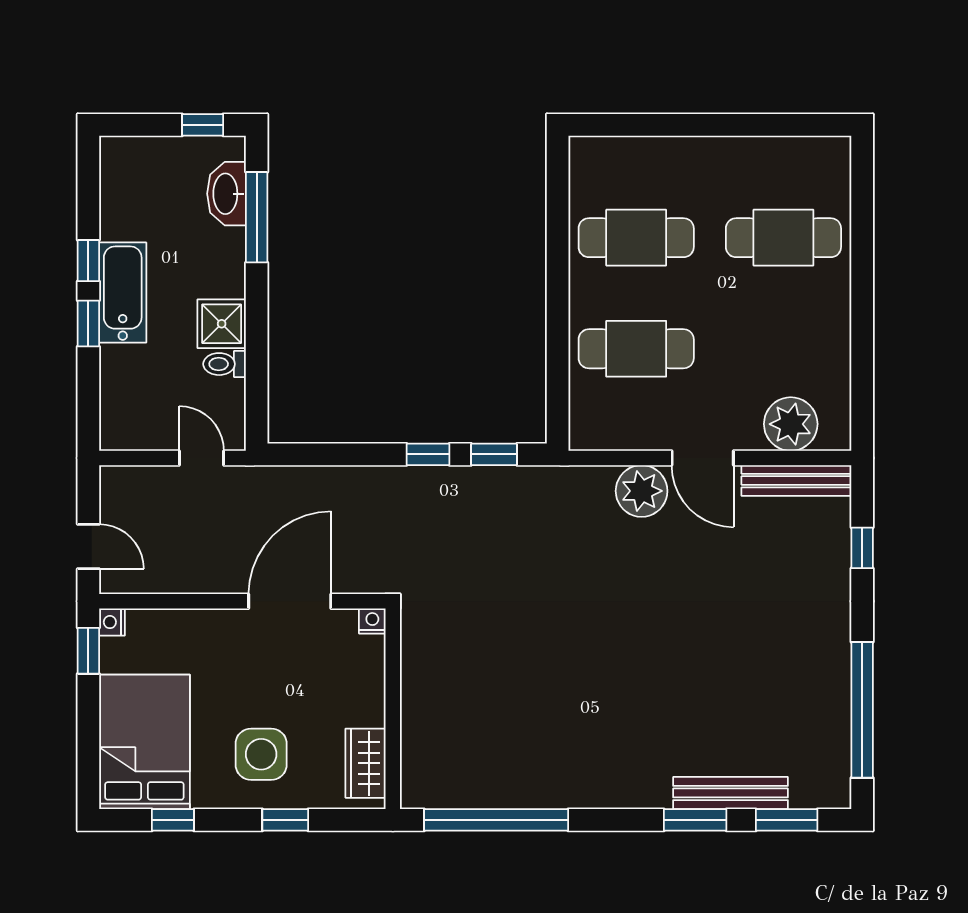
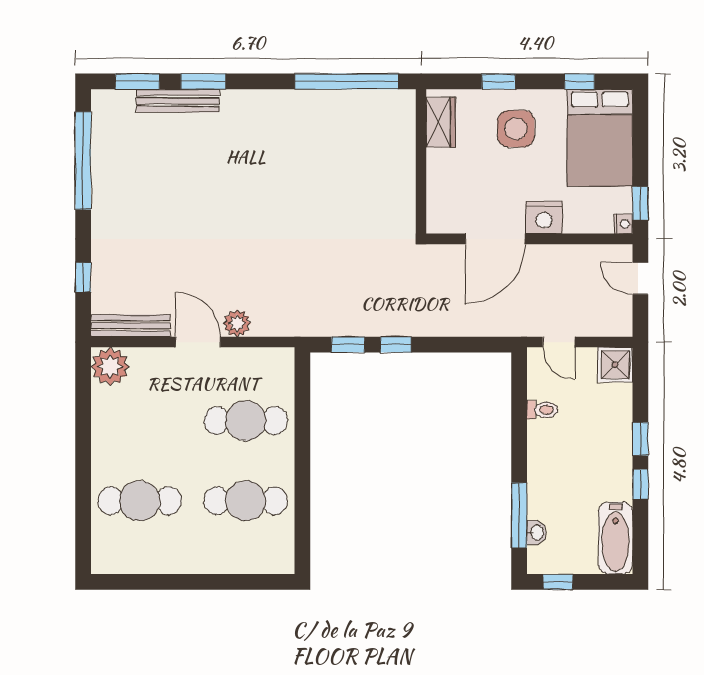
washbasin: (227, 194) -> (536, 532), width x0.52, depth x0.69
bathtub: (123, 293) -> (616, 538), moved
shower: (222, 324) -> (615, 365), moved
plant: (791, 424) -> (110, 367), moved
plant: (642, 491) -> (237, 323), width x0.73, depth x0.73
nightstand: (372, 621) -> (544, 217), moved, width x1.89, depth x1.79

